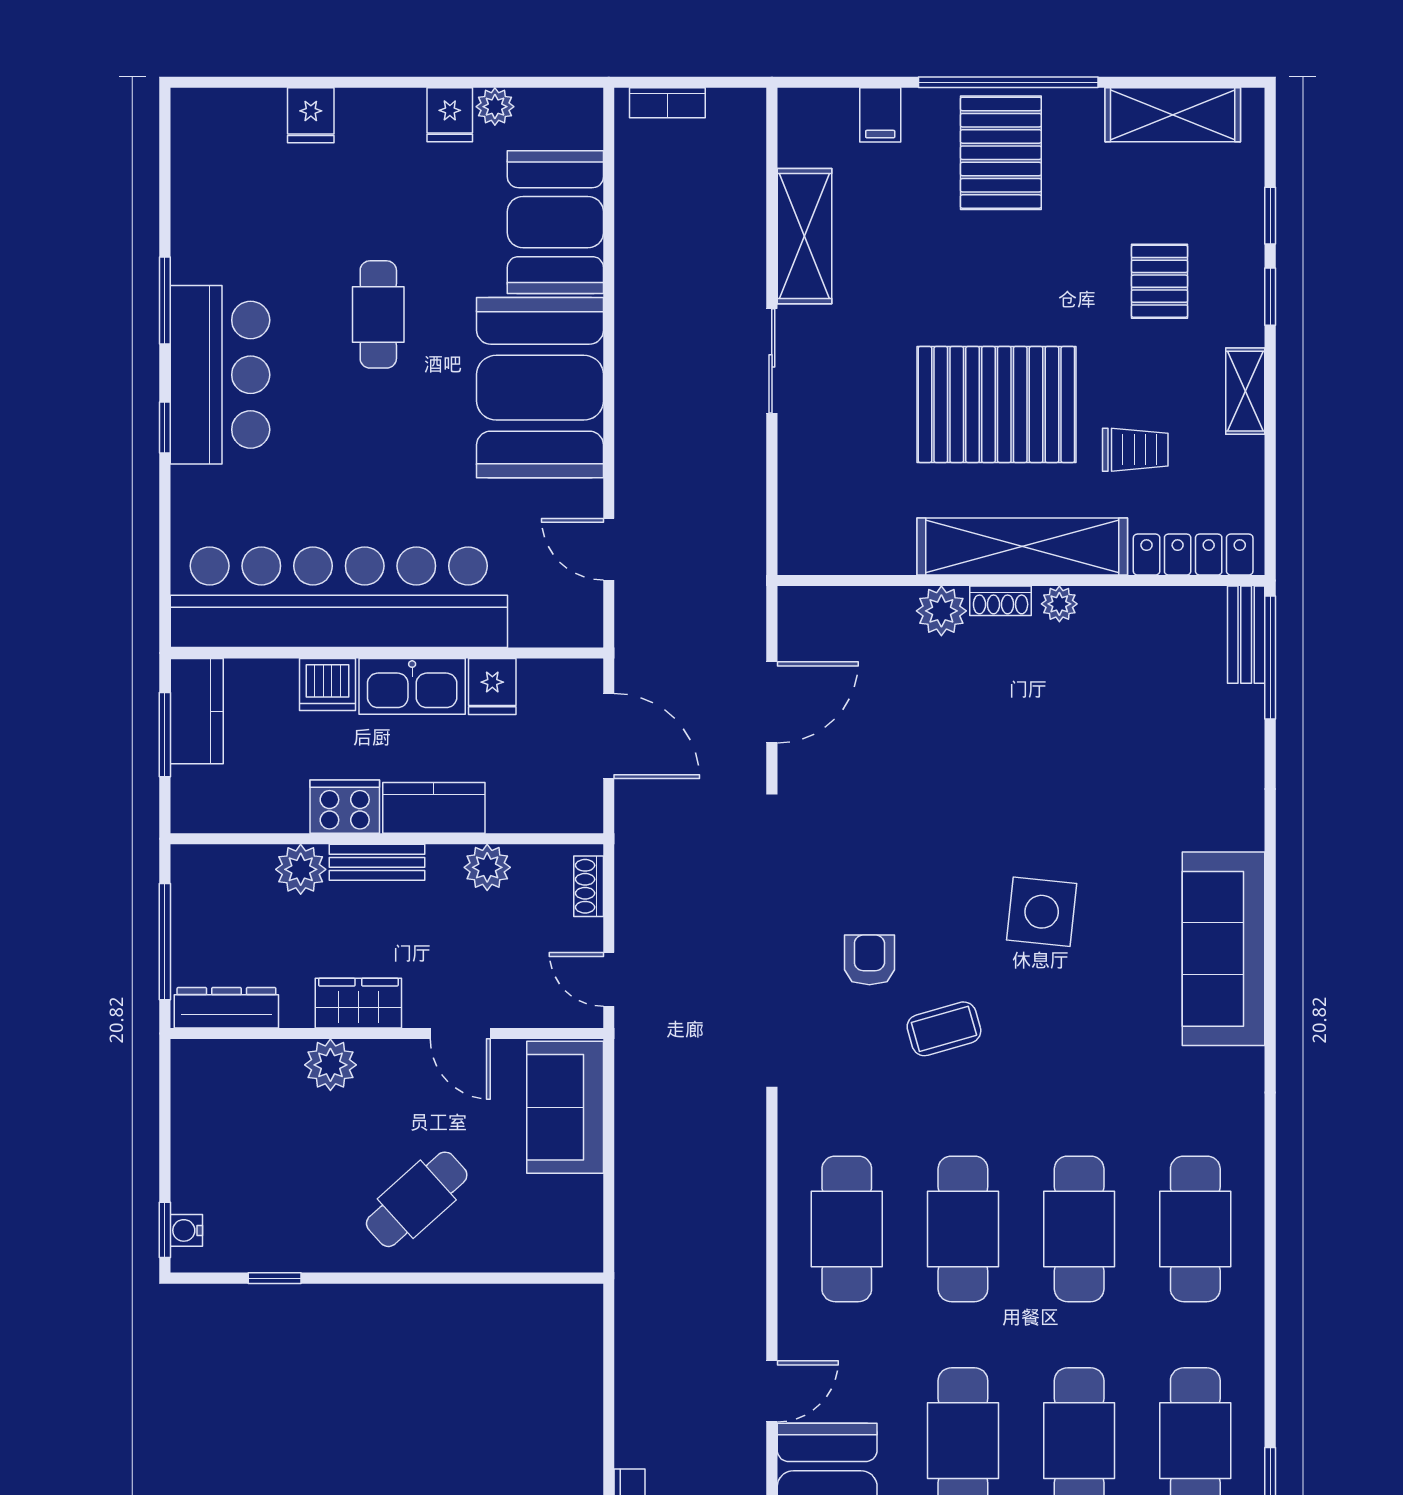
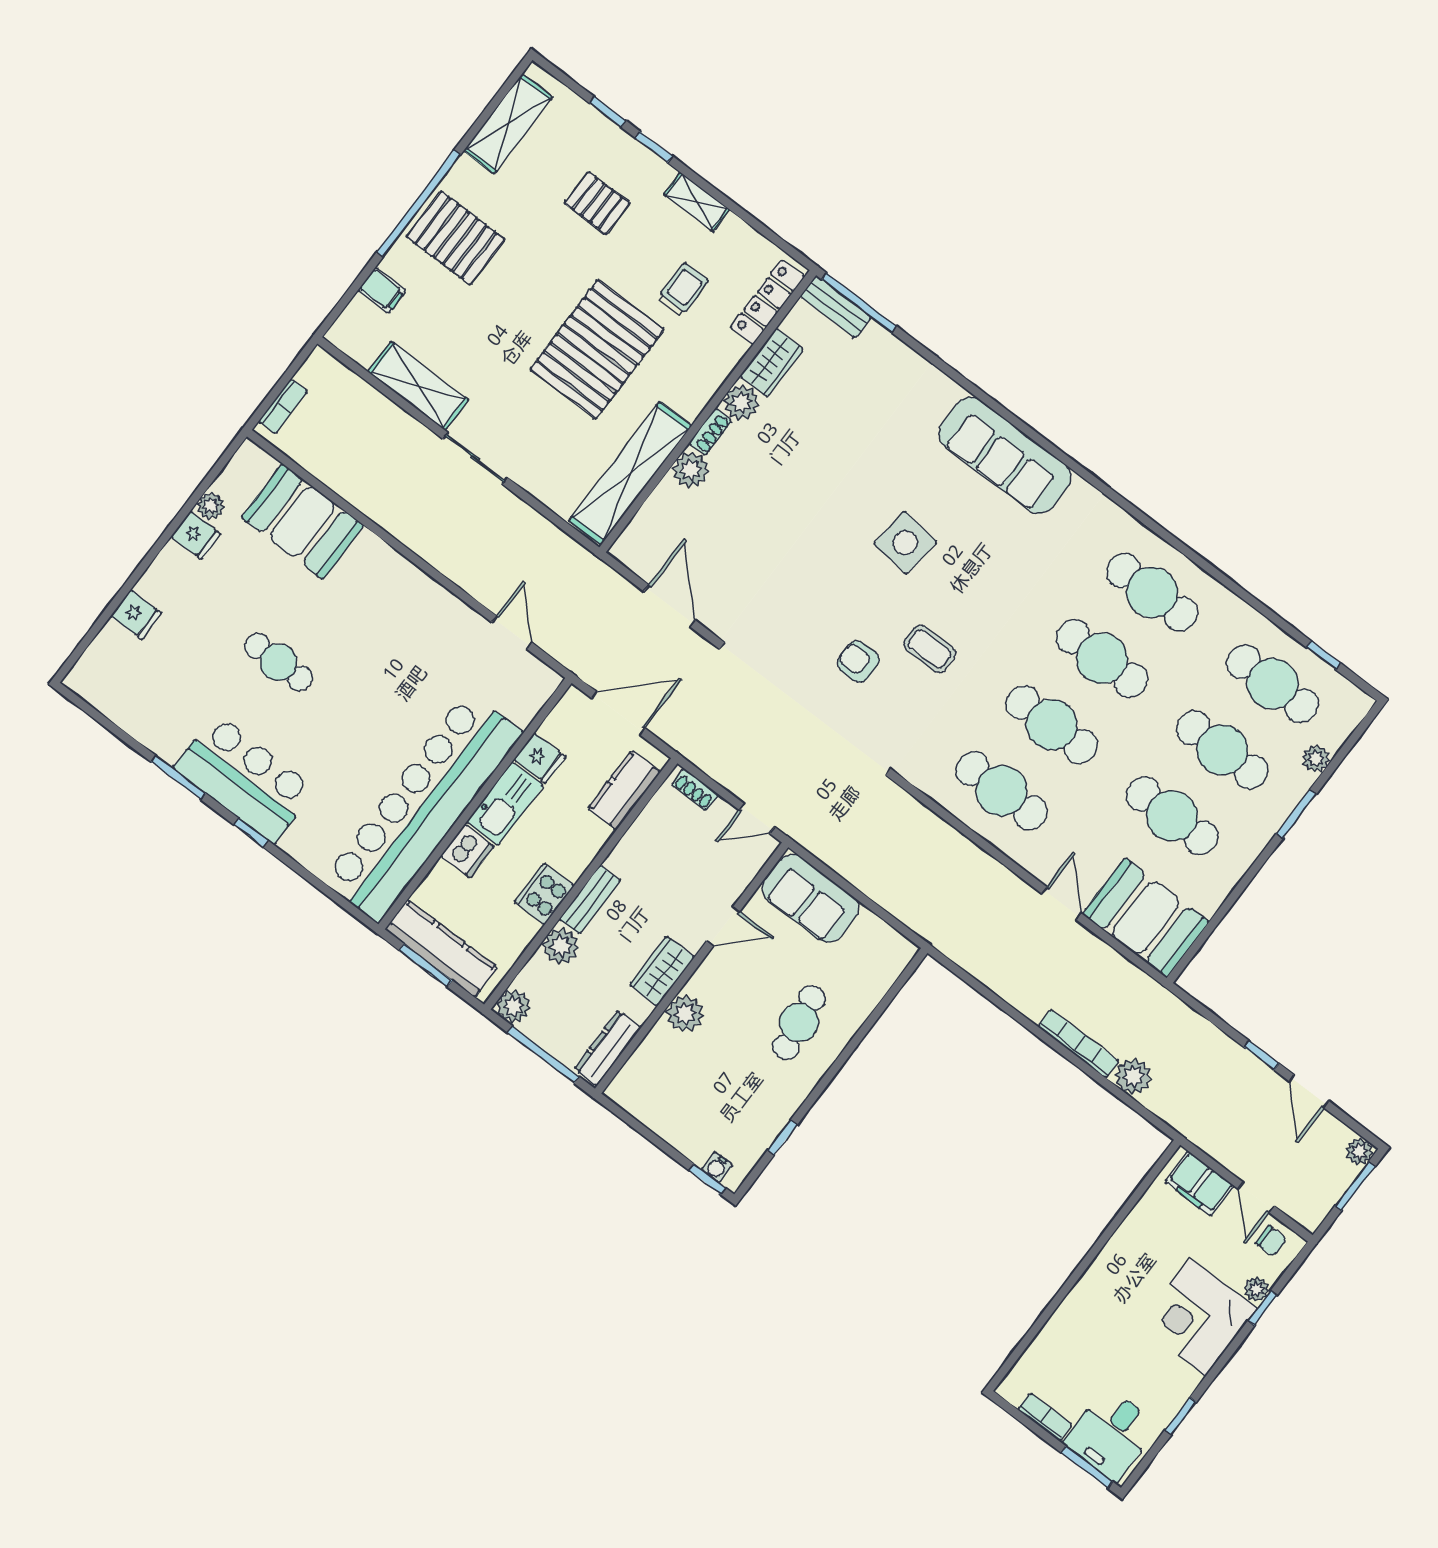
booth: (540, 388) -> (390, 602), removed
shelving: (1022, 546) -> (630, 473), moved
door: (609, 549) -> (512, 632), swing flipped
plant: (1059, 604) -> (741, 403), width x1.38, depth x1.38
wardrobe: (1130, 610) -> (772, 362), added
kitchen counter: (197, 711) -> (441, 948), width x1.50
kitchen counter: (434, 808) -> (624, 790), moved
plant: (487, 867) -> (514, 1006), moved
coffee table: (944, 1029) -> (930, 649), turned -74
cafe table: (417, 1199) -> (799, 1023), turned 33

